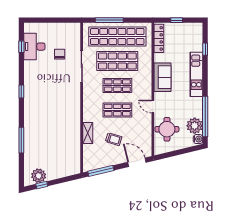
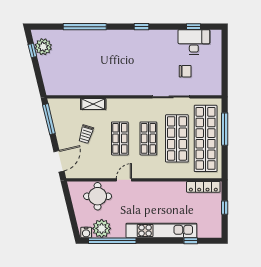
kitchen unit: (196, 74) -> (161, 230), width x1.36
sofa: (162, 77) -> (158, 191), removed
window: (21, 140) -> (85, 27), width x1.46

